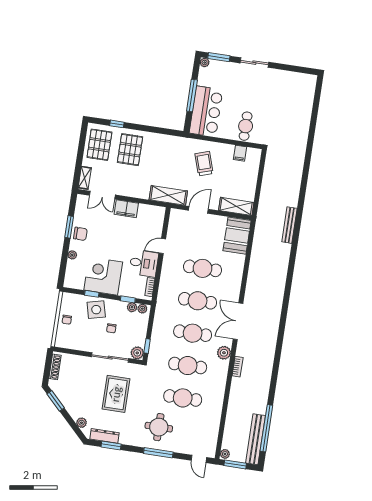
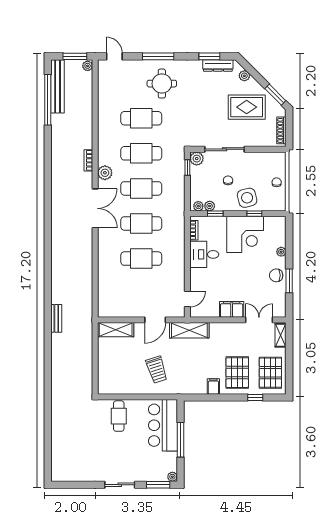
filing cabinet: (240, 153) -> (213, 386), moved
bench: (289, 225) -> (56, 318), width x0.73
booth: (237, 236) -> (110, 299), removed
door: (162, 246) -> (187, 299), moved
rug: (116, 394) -> (247, 107), moved, turned 90

